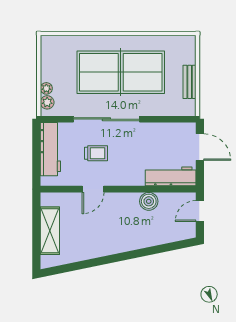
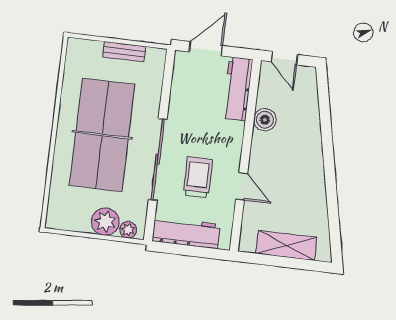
plant: (46, 88) -> (105, 222), width x1.88, depth x1.88
trolley: (96, 153) -> (198, 177), width x1.36, depth x1.39

